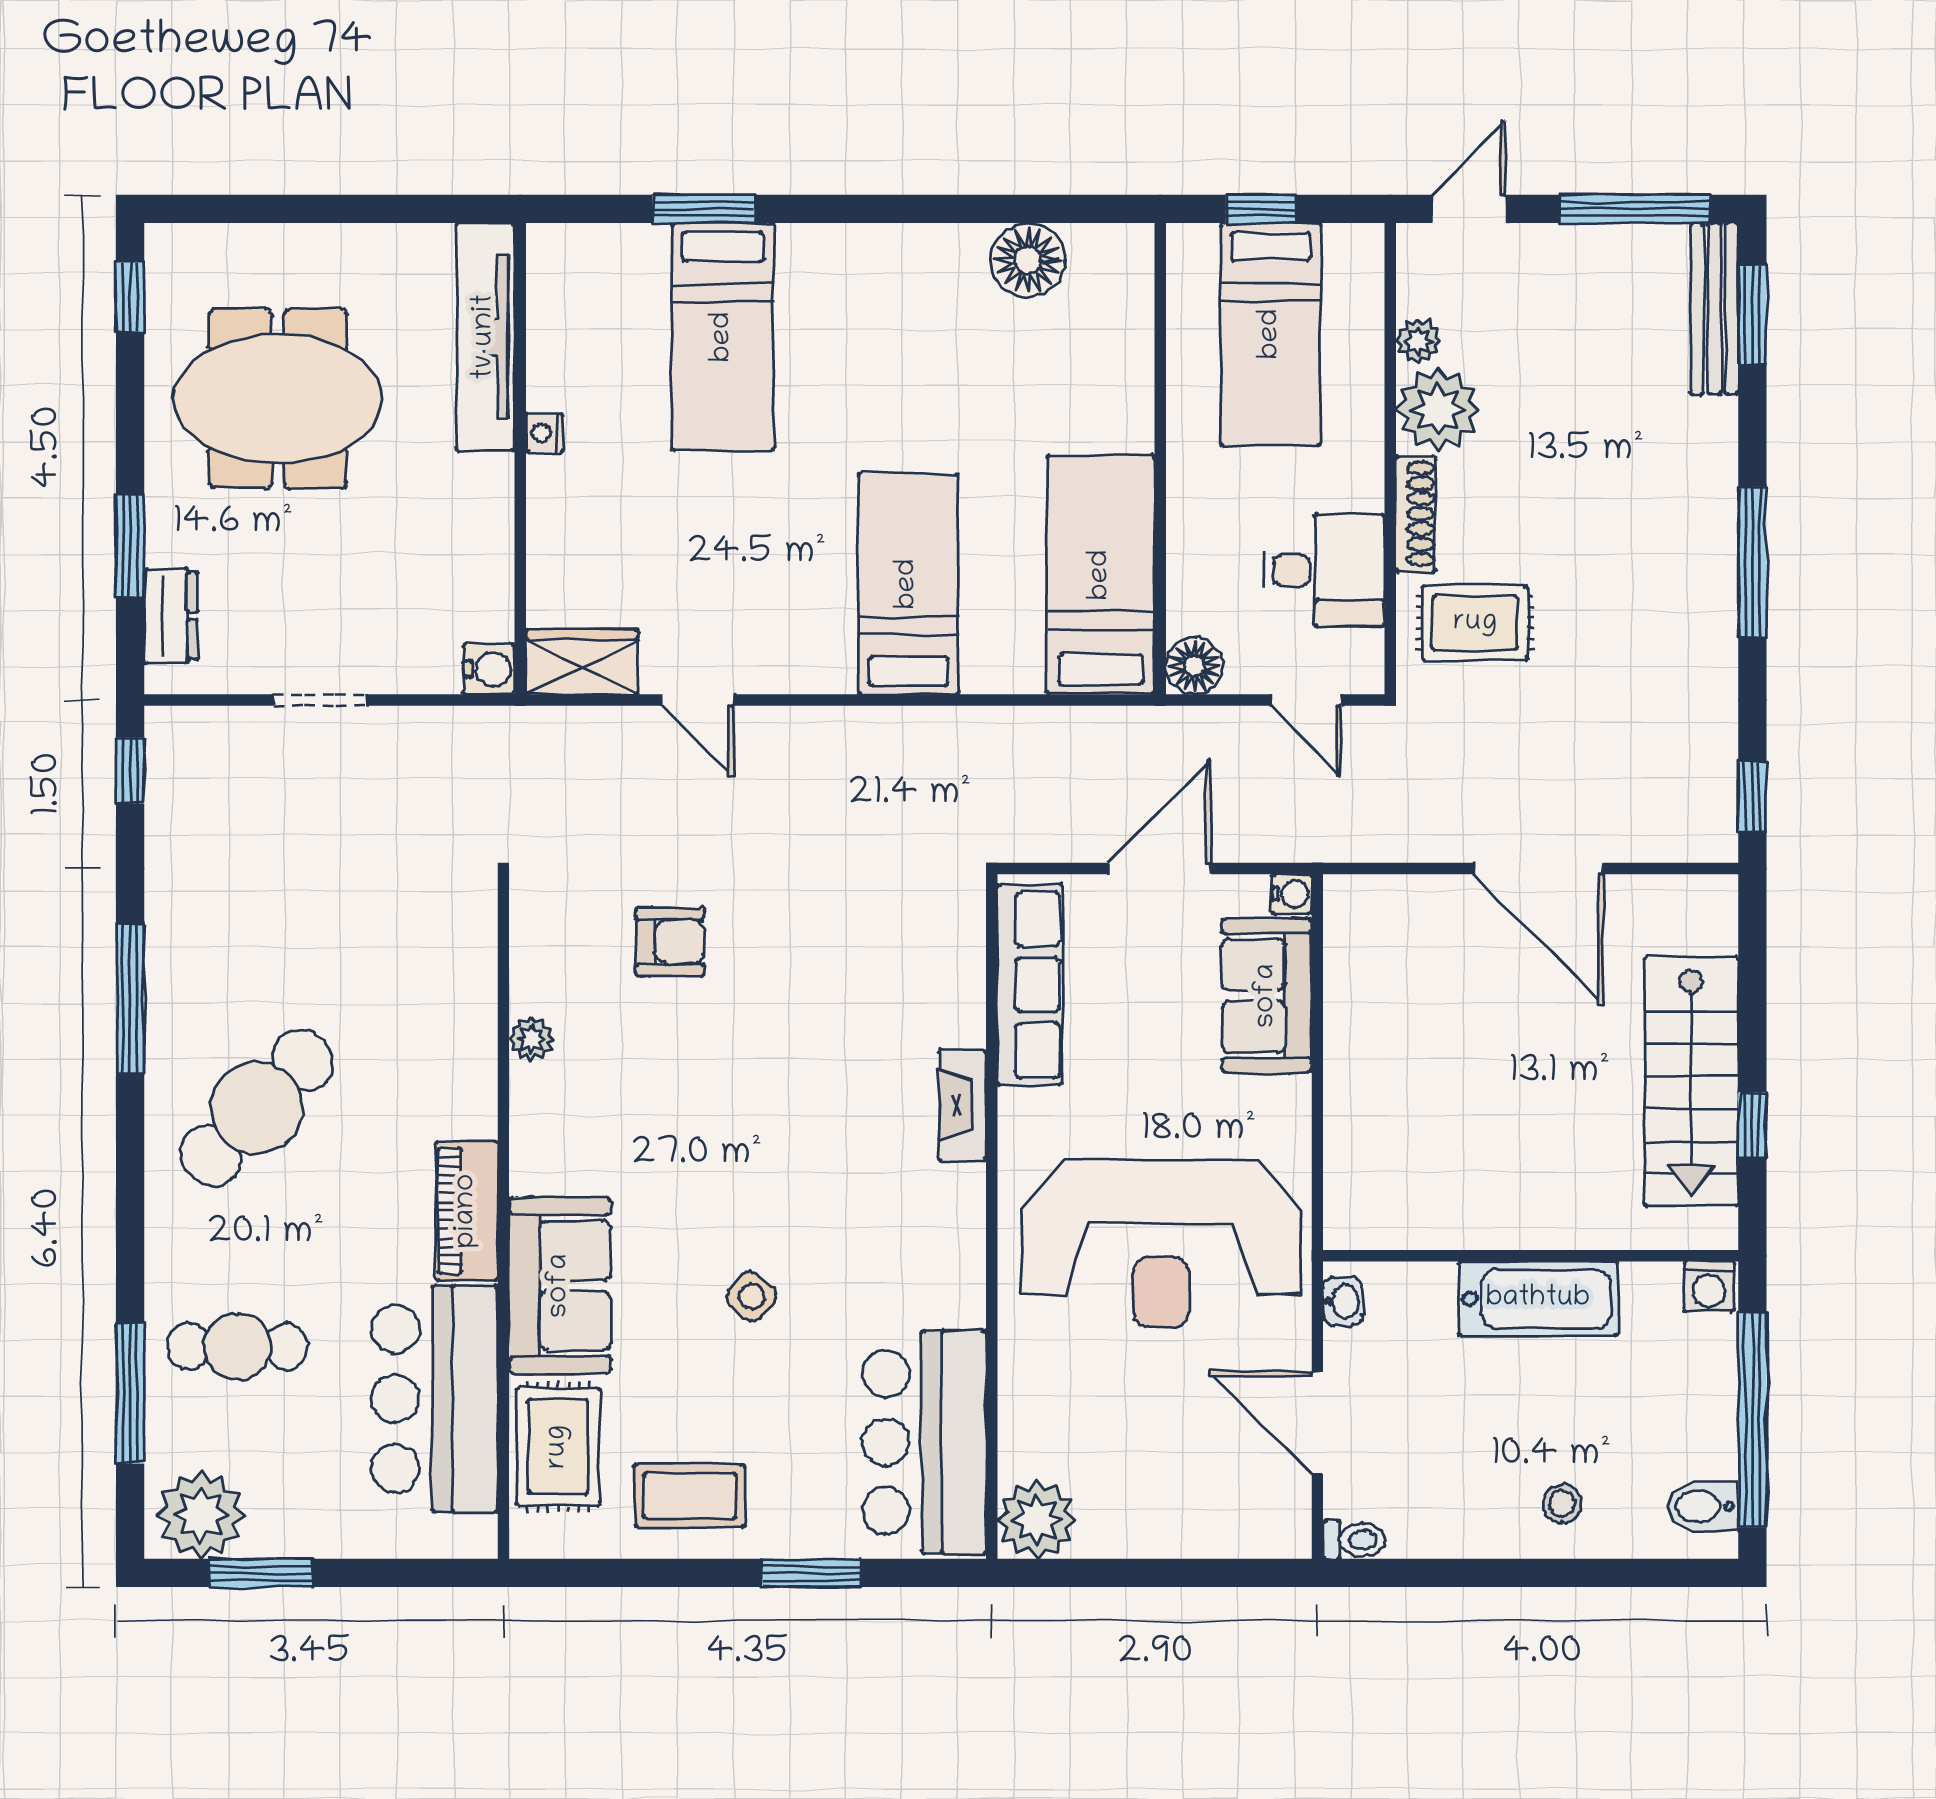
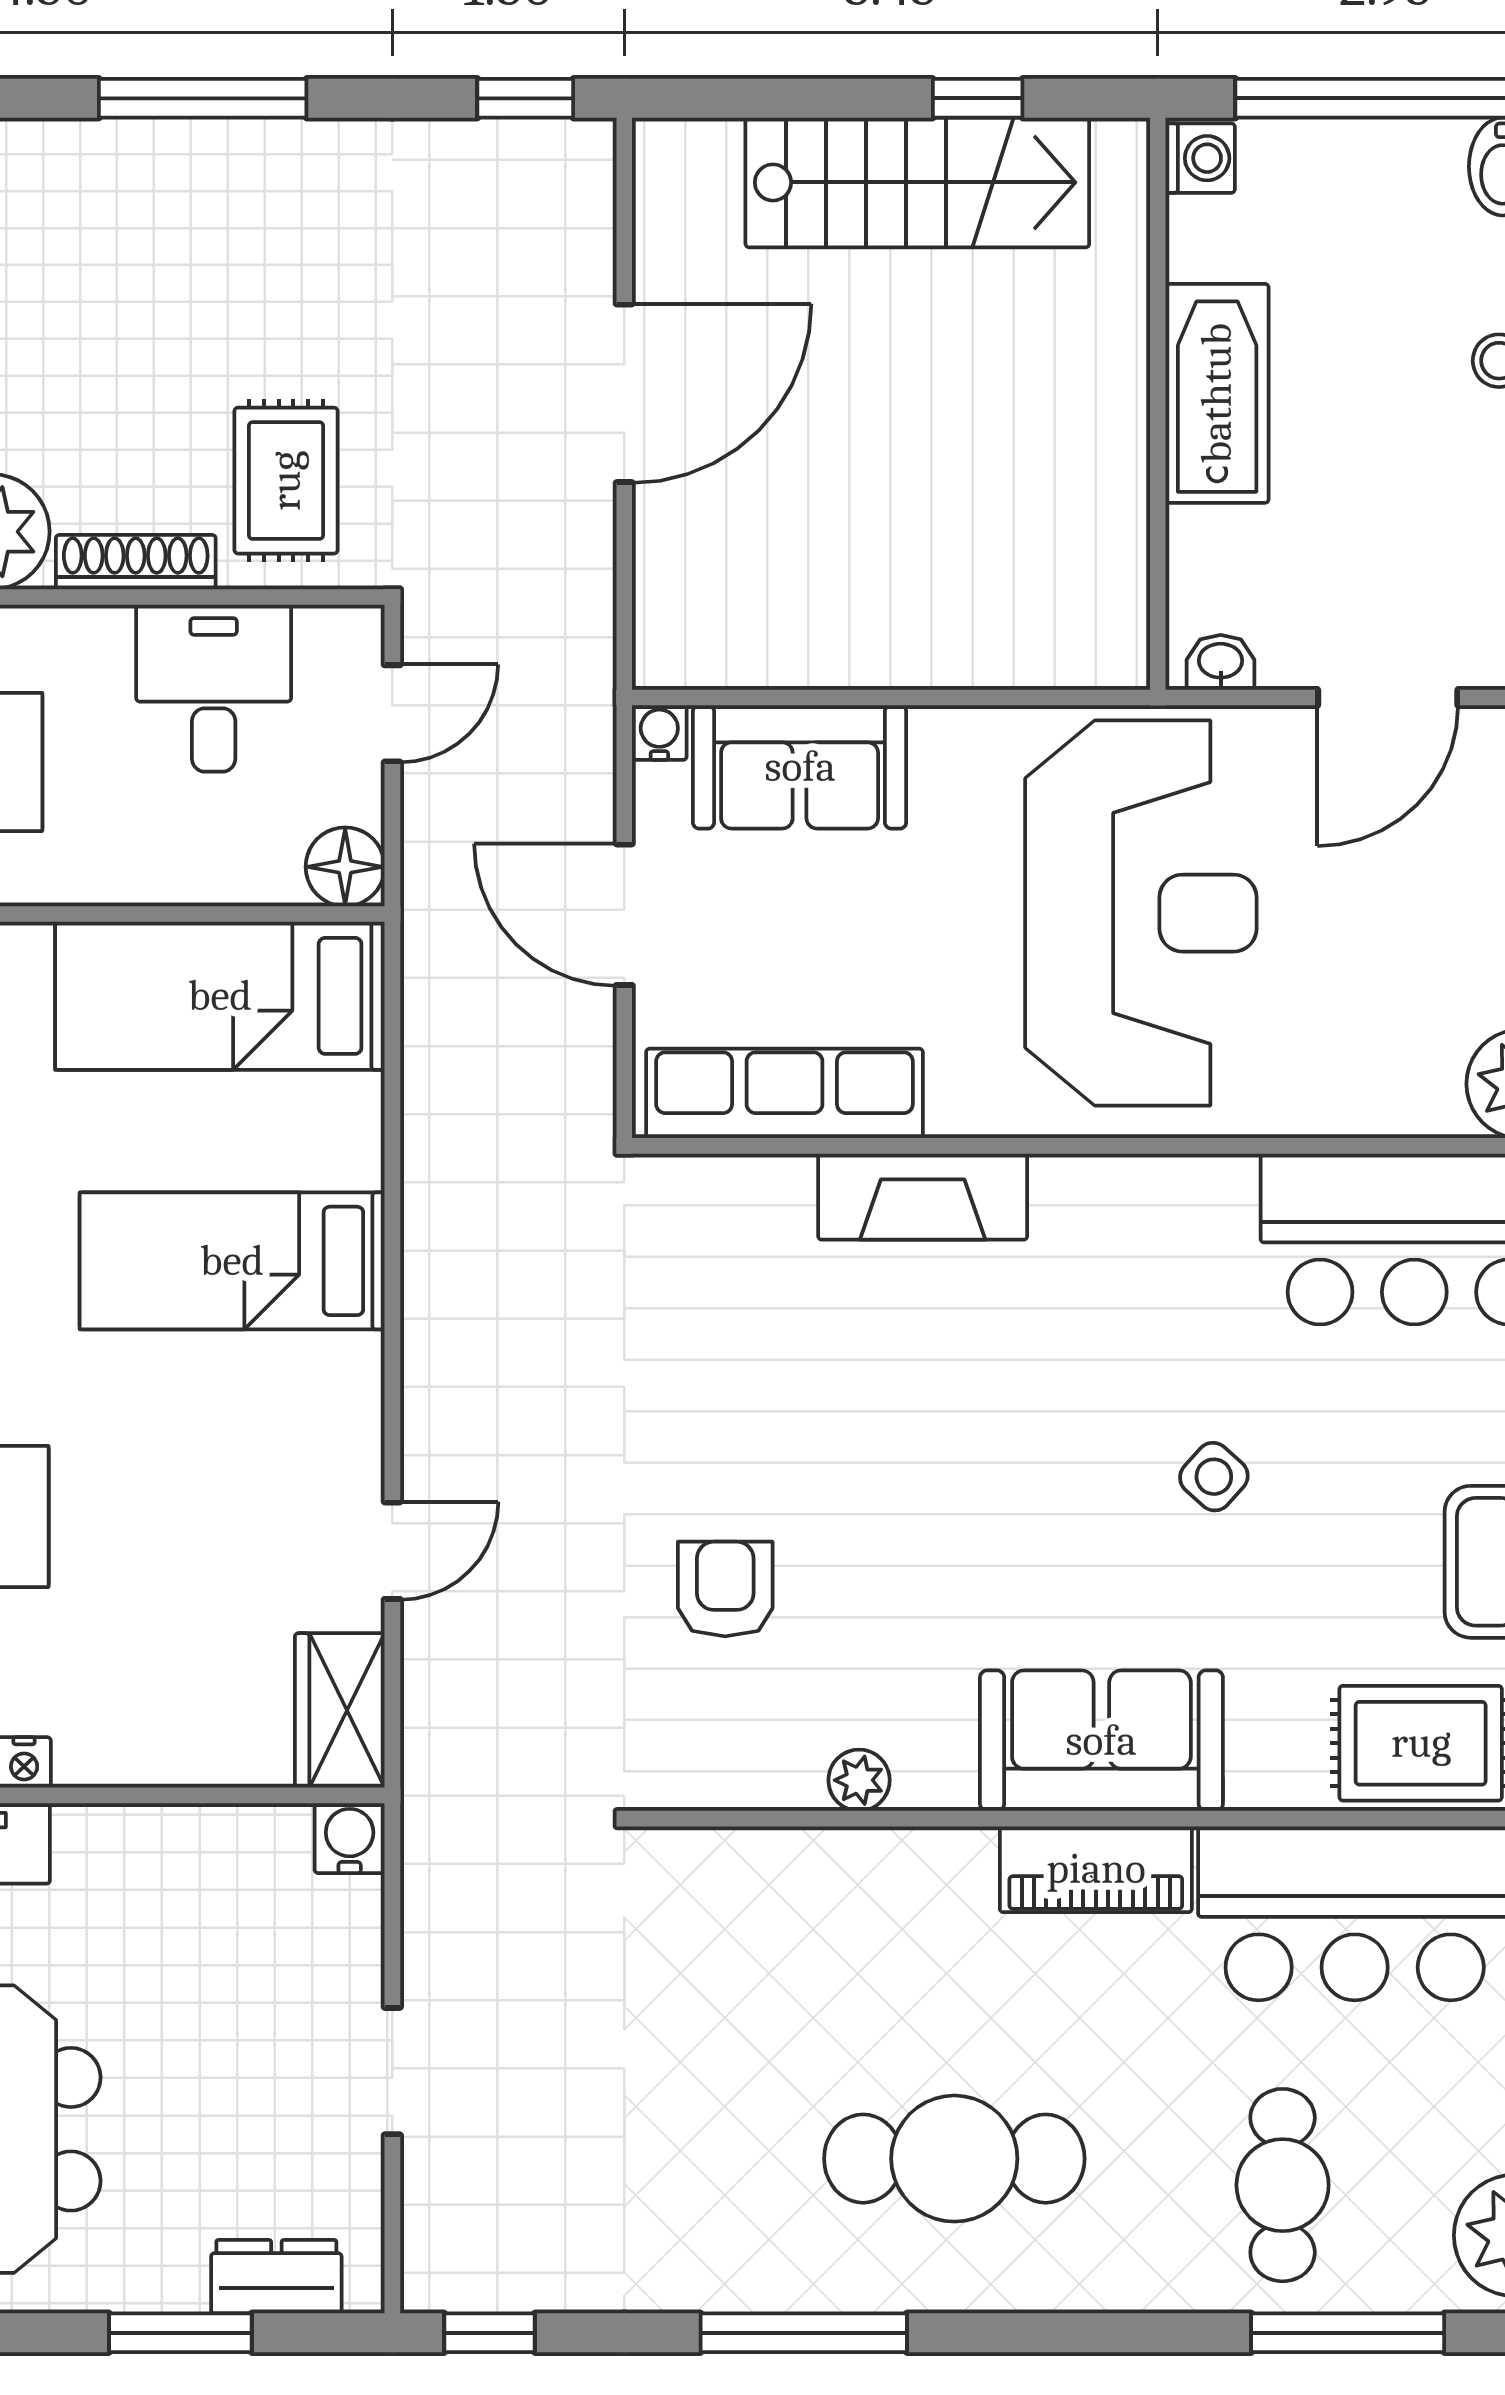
fireplace: (962, 1106) -> (923, 1197), width x1.37, depth x1.32
cafe table: (257, 1108) -> (954, 2159), turned -44
sofa: (560, 1286) -> (1101, 1741), moved

